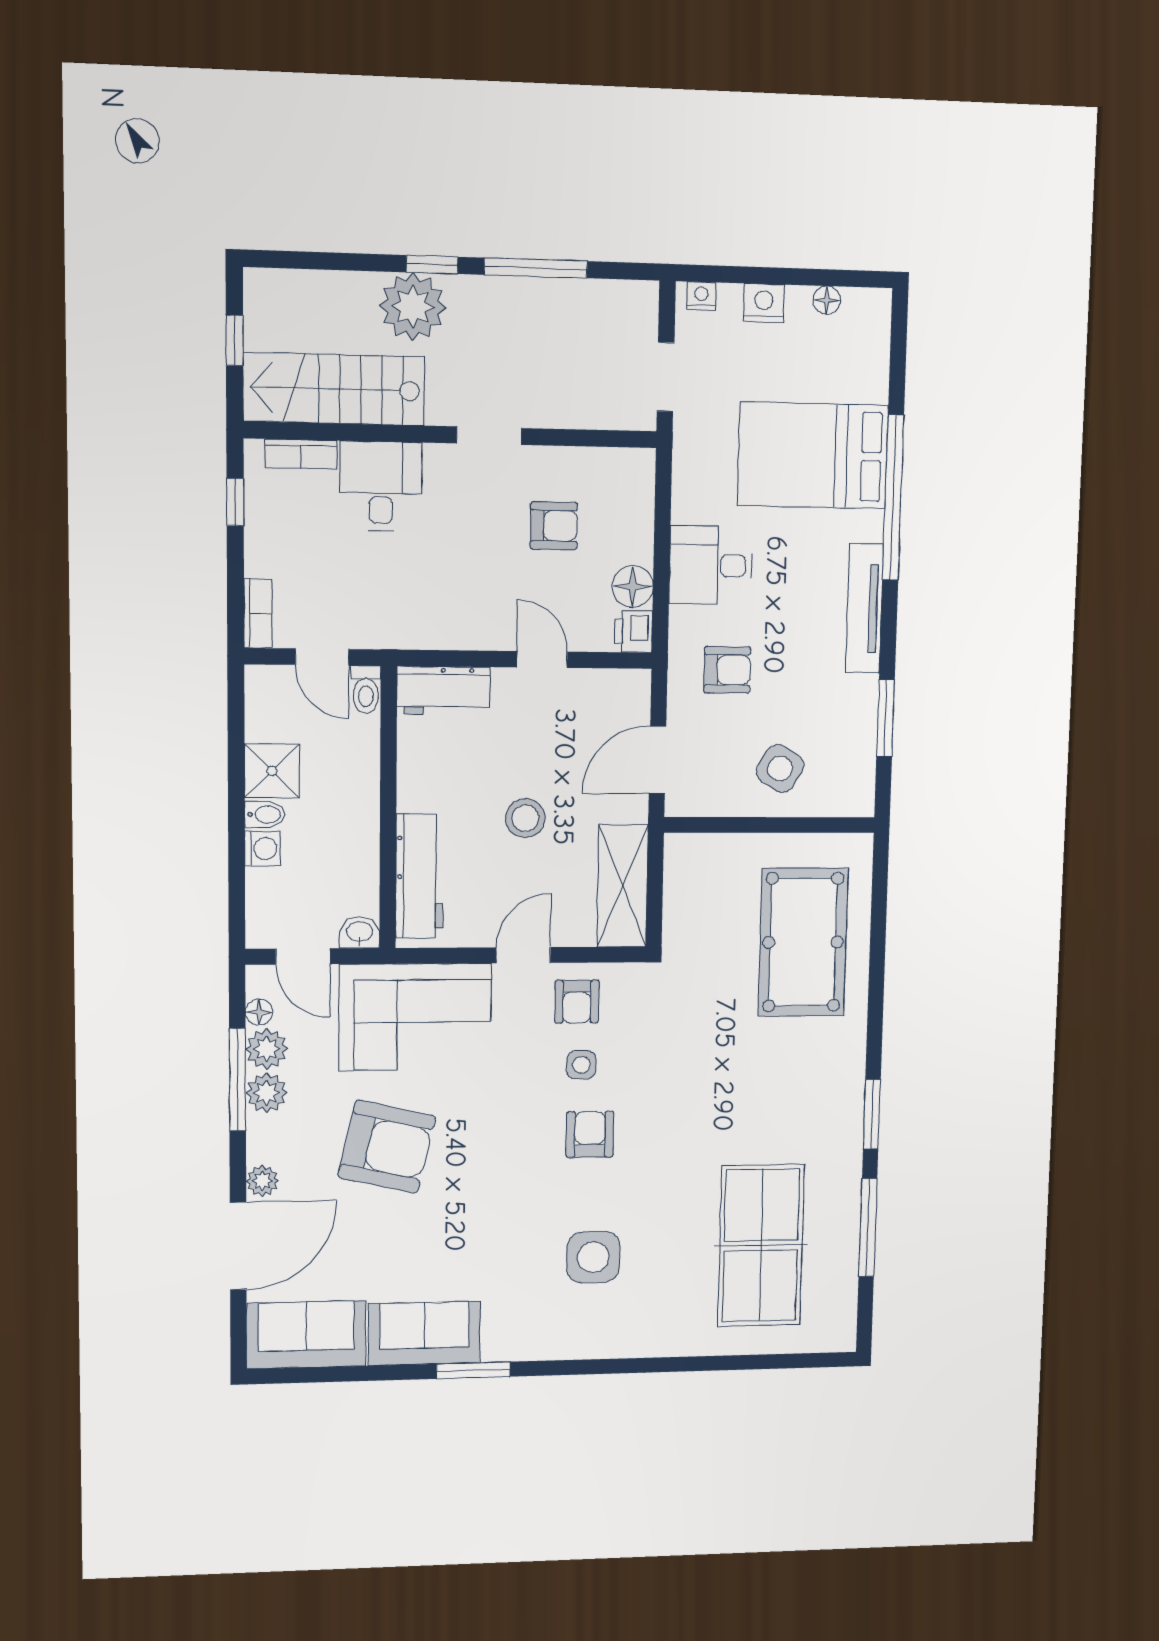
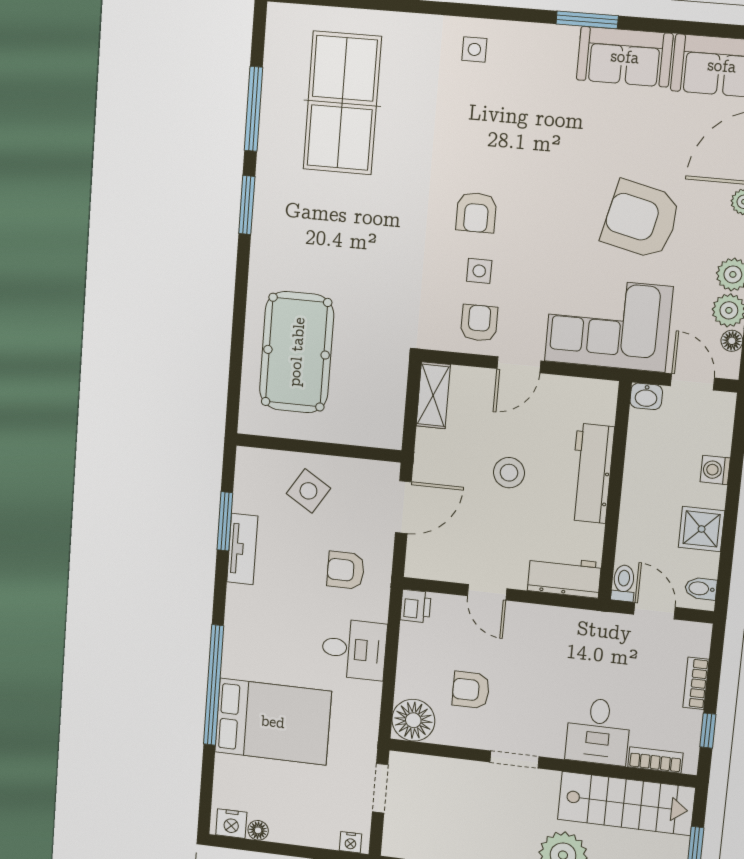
nightstand: (764, 303) -> (231, 824), moved
floor lamp: (633, 587) -> (413, 720), moved, width x1.38, depth x1.38
tv unit: (864, 608) -> (242, 549), moved, width x0.71
bookcase: (258, 614) -> (696, 683), moved
bidet: (265, 814) -> (701, 589), moved
workbench: (420, 876) -> (592, 473), moved
shelving: (623, 886) -> (433, 395), width x0.67, depth x0.75
side table: (593, 1257) -> (474, 49), moved, width x0.54, depth x0.54

